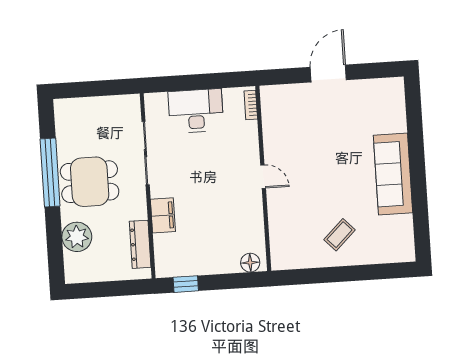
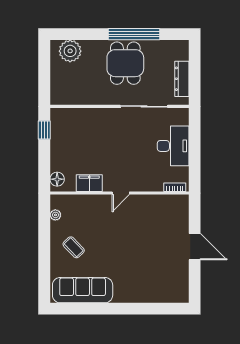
sofa: (393, 174) -> (83, 290), moved
filing cabinet: (163, 215) -> (89, 183), moved, turned 180
plant: (77, 237) -> (70, 51), moved
dresser: (140, 244) -> (182, 79), moved, turned -90
plant: (298, 262) -> (55, 215), added

